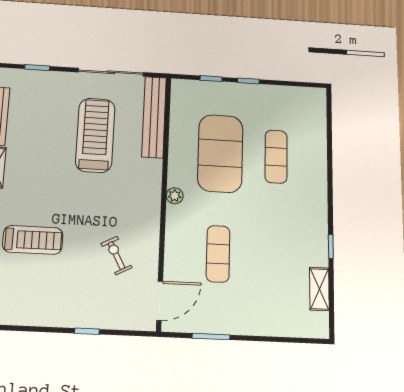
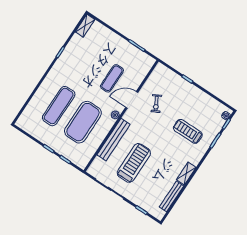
bench: (154, 117) -> (114, 140), moved
treadmill: (95, 135) -> (134, 163), turned 180
exercise mat: (276, 157) -> (59, 106), width x1.36, depth x1.45
shelving: (319, 289) -> (85, 26), moved
door: (160, 301) -> (132, 100), moved

